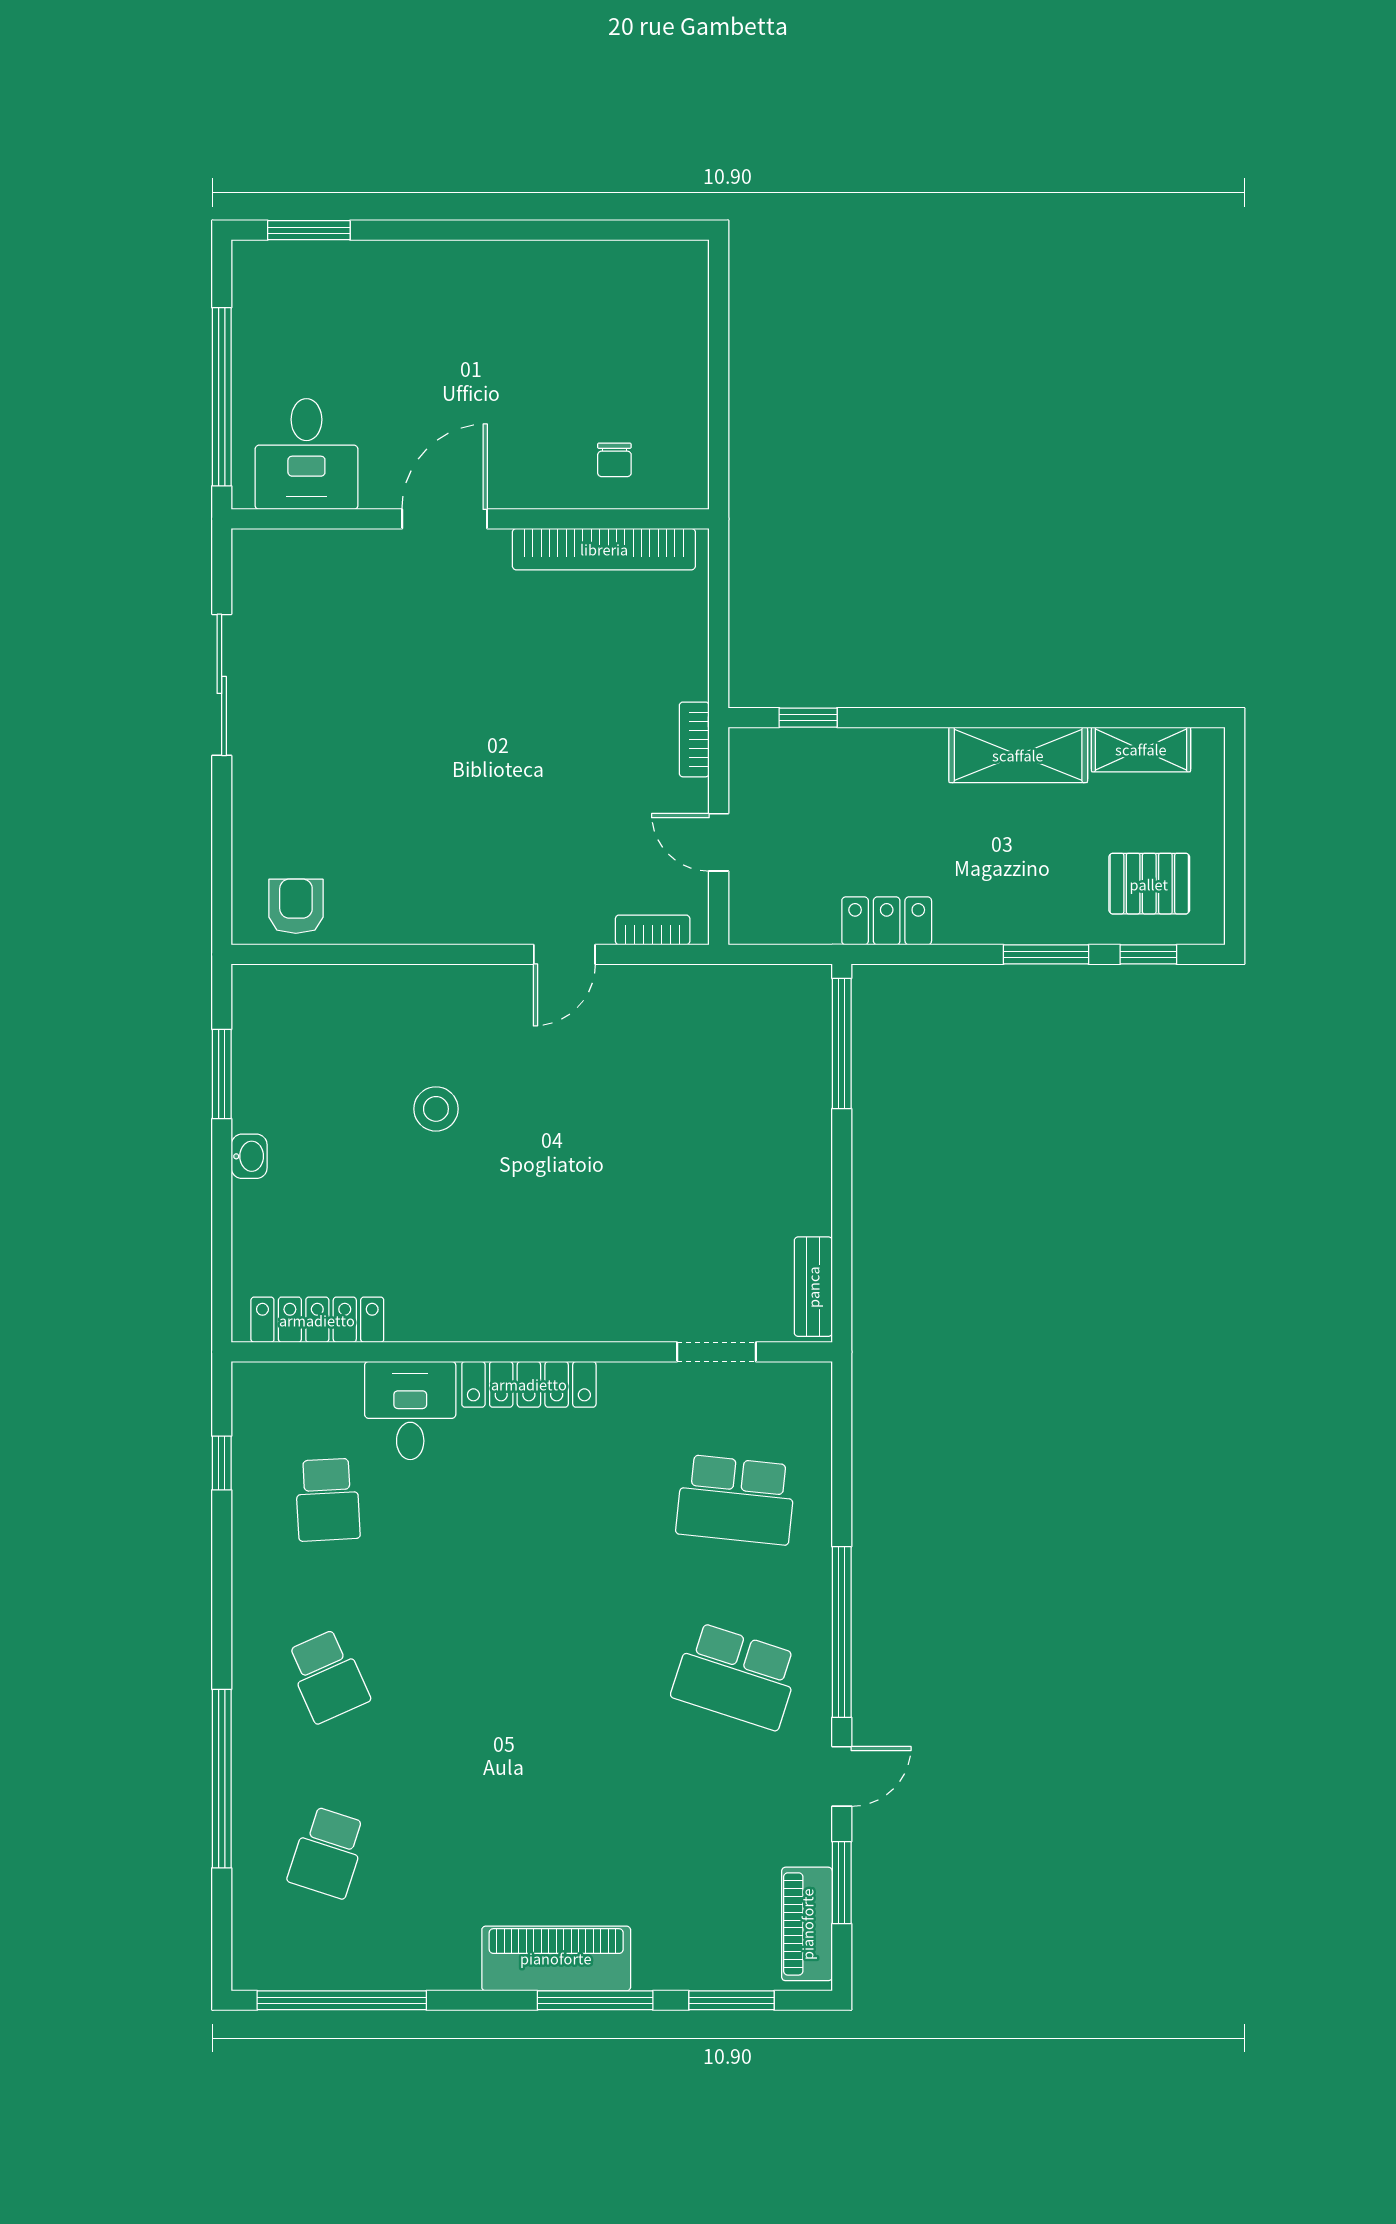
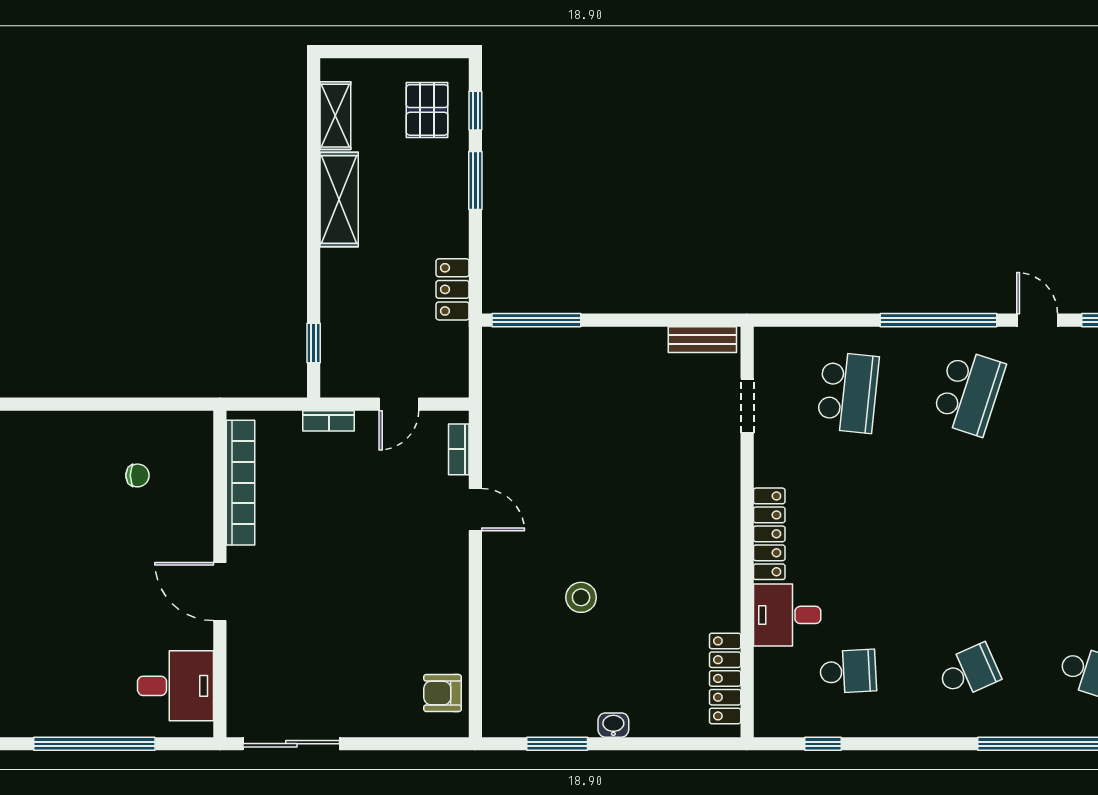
desk: (306, 454) -> (176, 686), moved
door: (445, 519) -> (220, 592), moved
wall: (470, 519) -> (220, 574), moved
bookcase: (604, 549) -> (241, 483), moved

